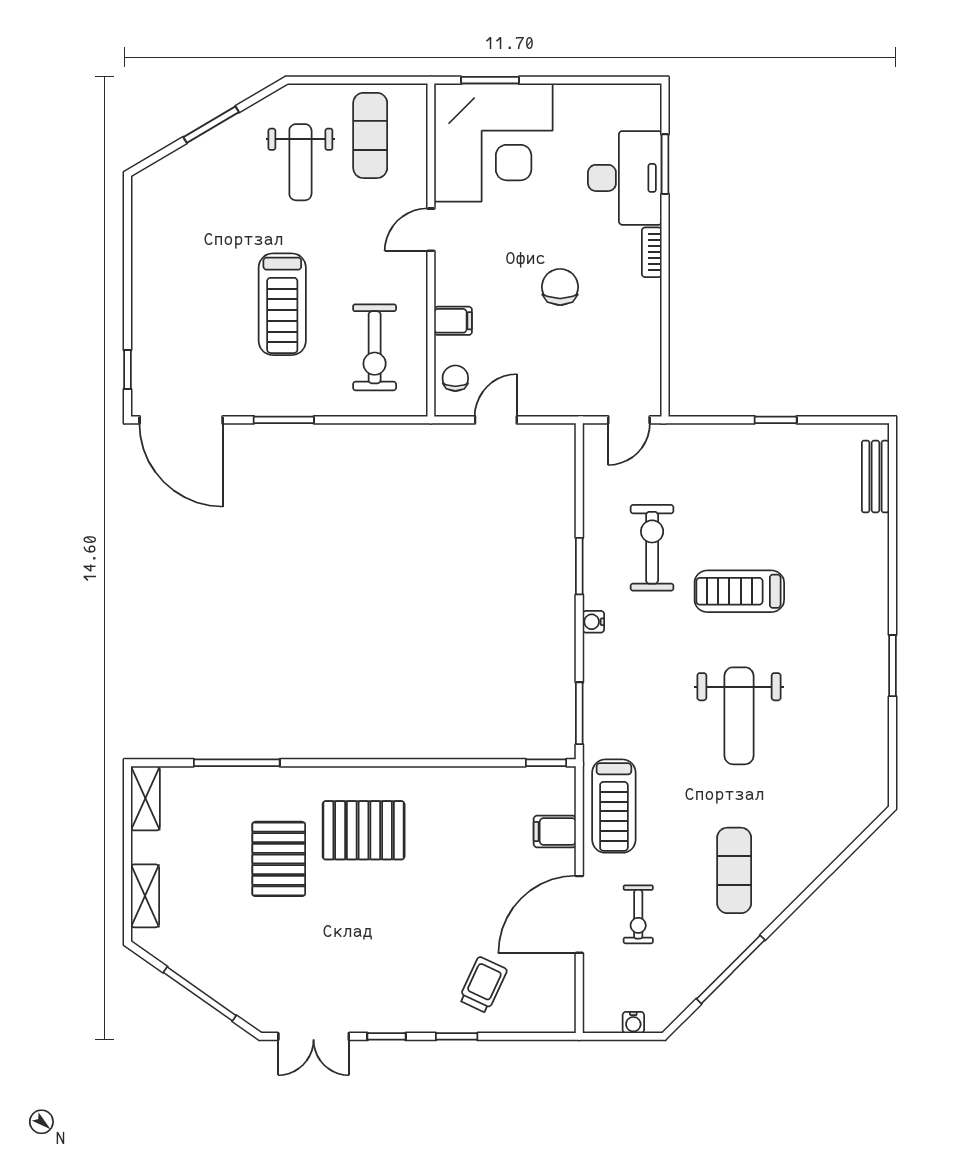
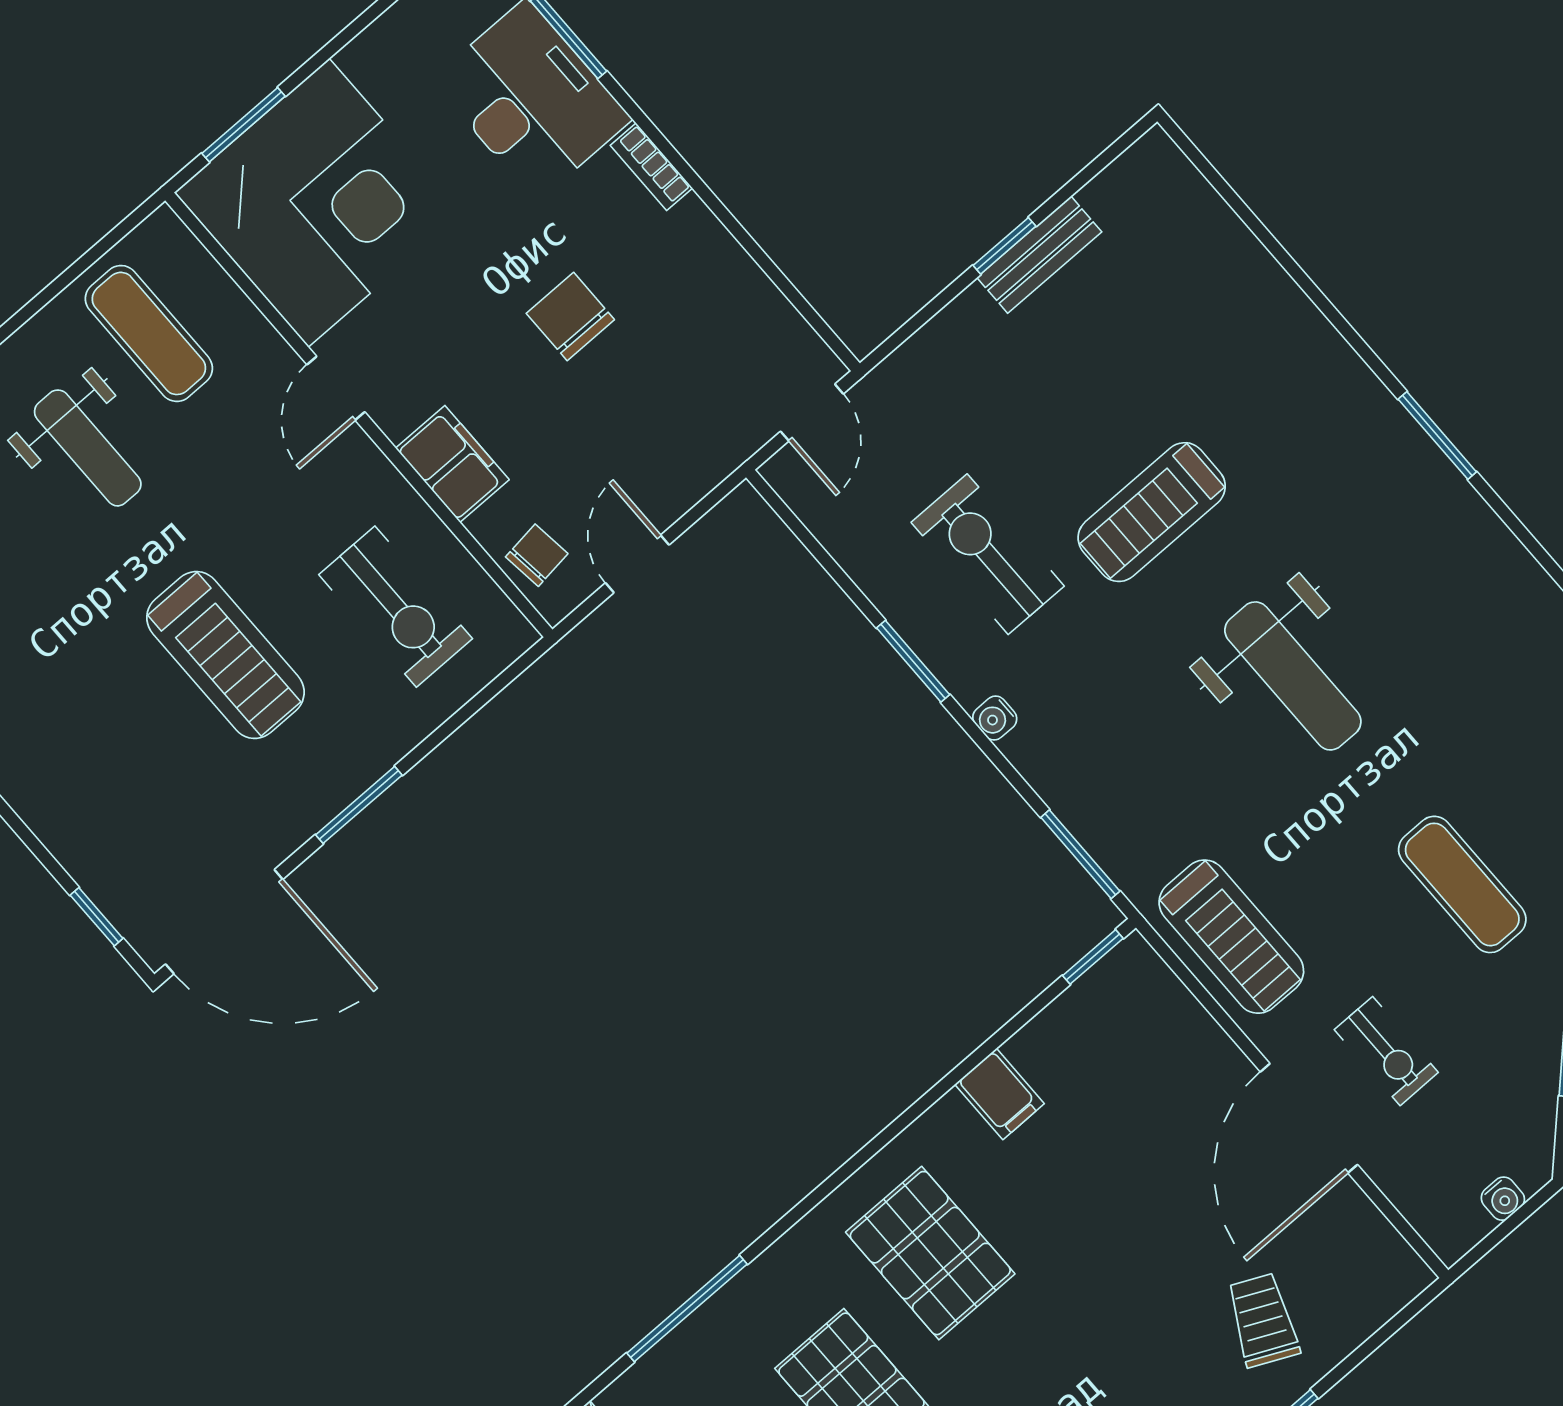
filing cabinet: (453, 321) -> (452, 464), width x2.00
chair: (455, 378) -> (537, 555), turned 83
bench: (875, 476) -> (1039, 255), moved, turned 90
pallet: (364, 830) -> (930, 1253), turned 90
filing cabinet: (555, 832) -> (1000, 1094), moved, turned -90

